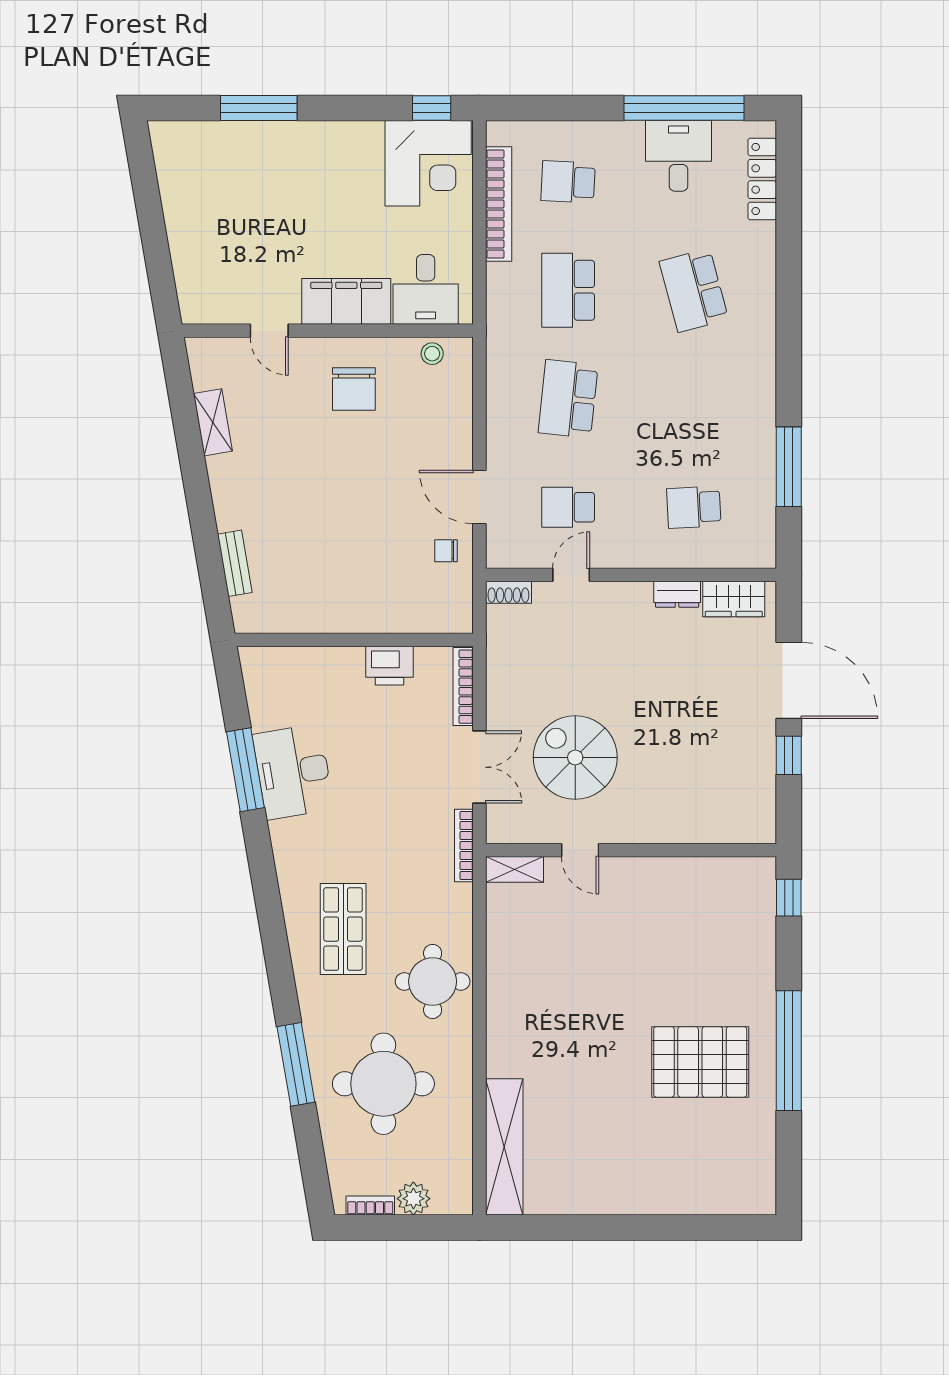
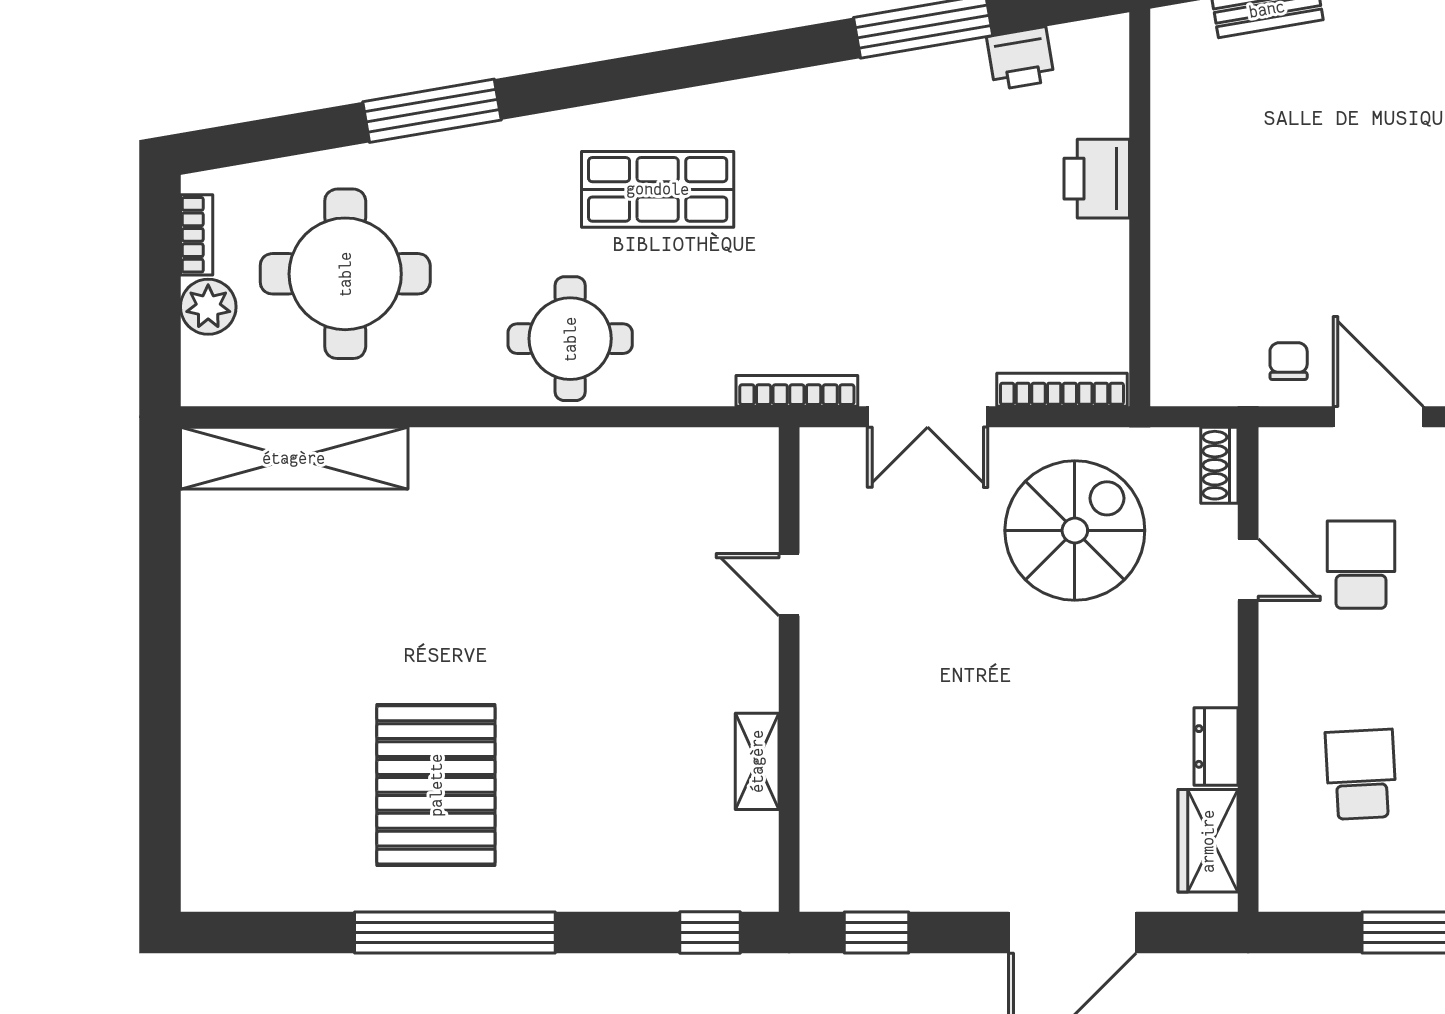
door: (479, 497) -> (1378, 417), hinge flipped
printer: (390, 666) -> (1097, 179), moved
printer: (265, 711) -> (1021, 59), added
window: (789, 755) -> (877, 932), moved
spiral stairs: (575, 757) -> (1075, 530), moved
desk: (293, 772) -> (920, 106), removed
door: (580, 850) -> (789, 585), hinge flipped
shelving: (515, 869) -> (757, 761), moved
round table: (383, 1084) -> (345, 274), moved

